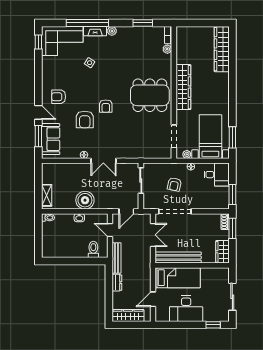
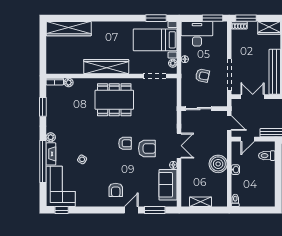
dining table: (150, 95) -> (114, 100), turned 90
armchair: (85, 119) -> (147, 148), moved
sofa: (51, 139) -> (168, 185), moved, turned -90
desk: (217, 175) -> (197, 34), width x1.37
shelving: (47, 195) -> (201, 202), moved

